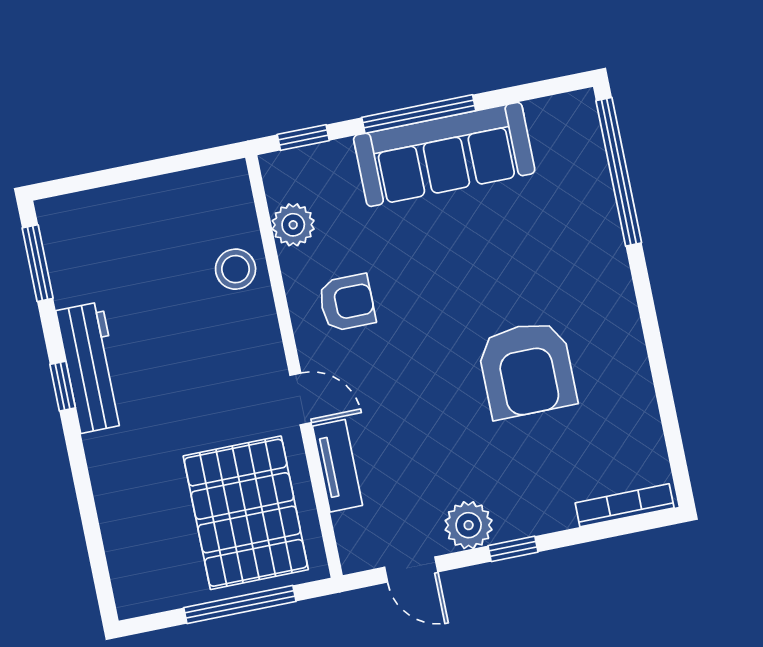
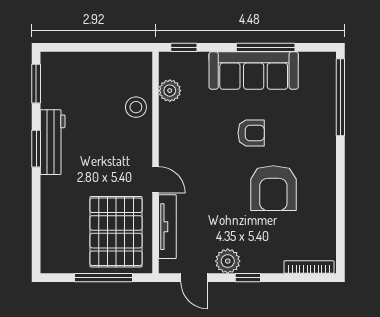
window: (419, 114) -> (266, 47), moved
armchair: (347, 303) -> (251, 133), moved
window: (63, 386) -> (36, 149), width x1.50
tv unit: (337, 466) -> (167, 227), width x1.41

